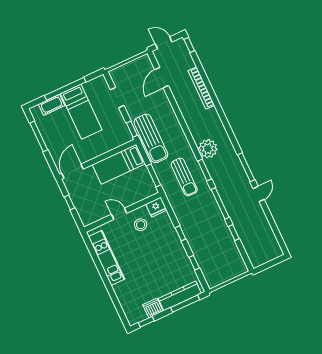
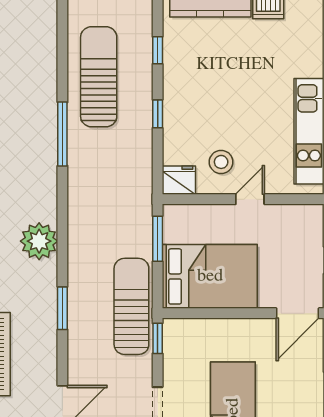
bed: (119, 164) -> (210, 276), width x1.50
window: (205, 170) -> (62, 308), moved
sun lounger: (184, 177) -> (99, 77), moved, width x1.36, depth x1.34
door: (119, 214) -> (250, 199), swing flipped
window: (234, 233) -> (62, 71), removed

